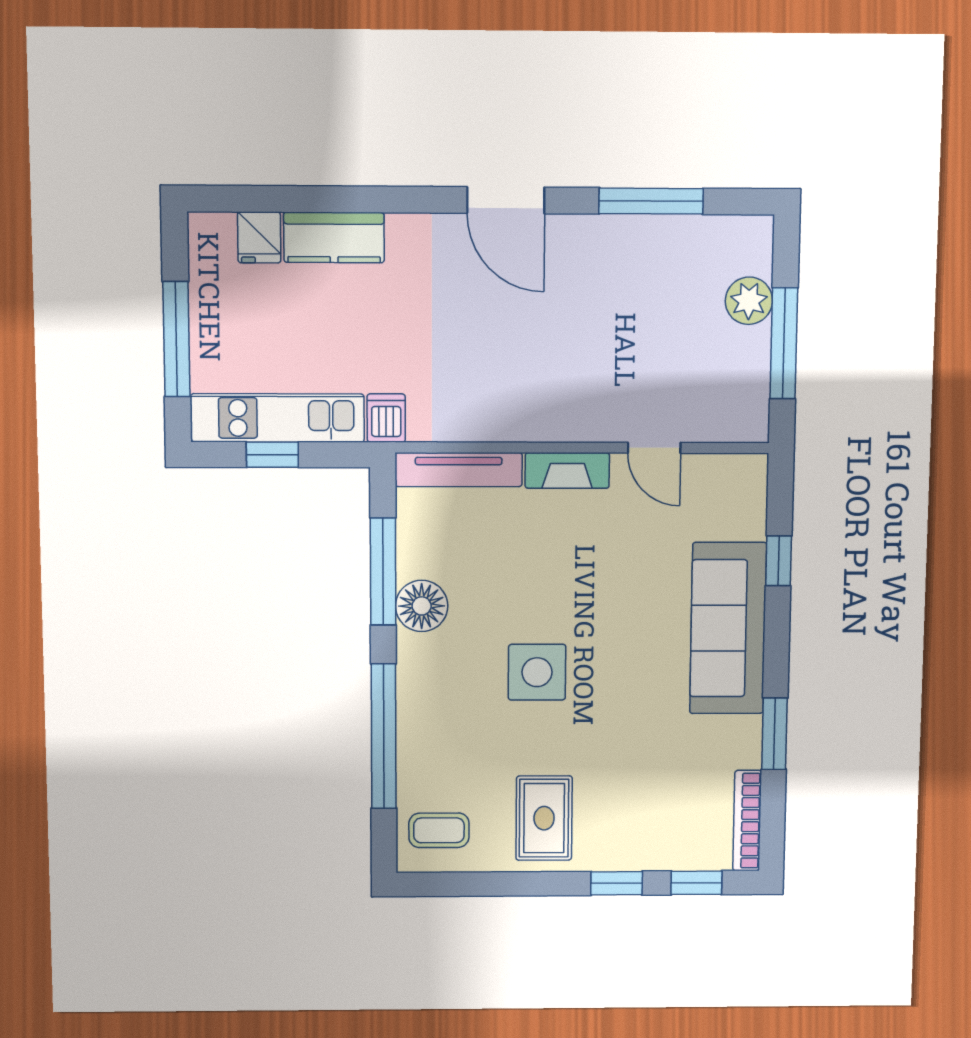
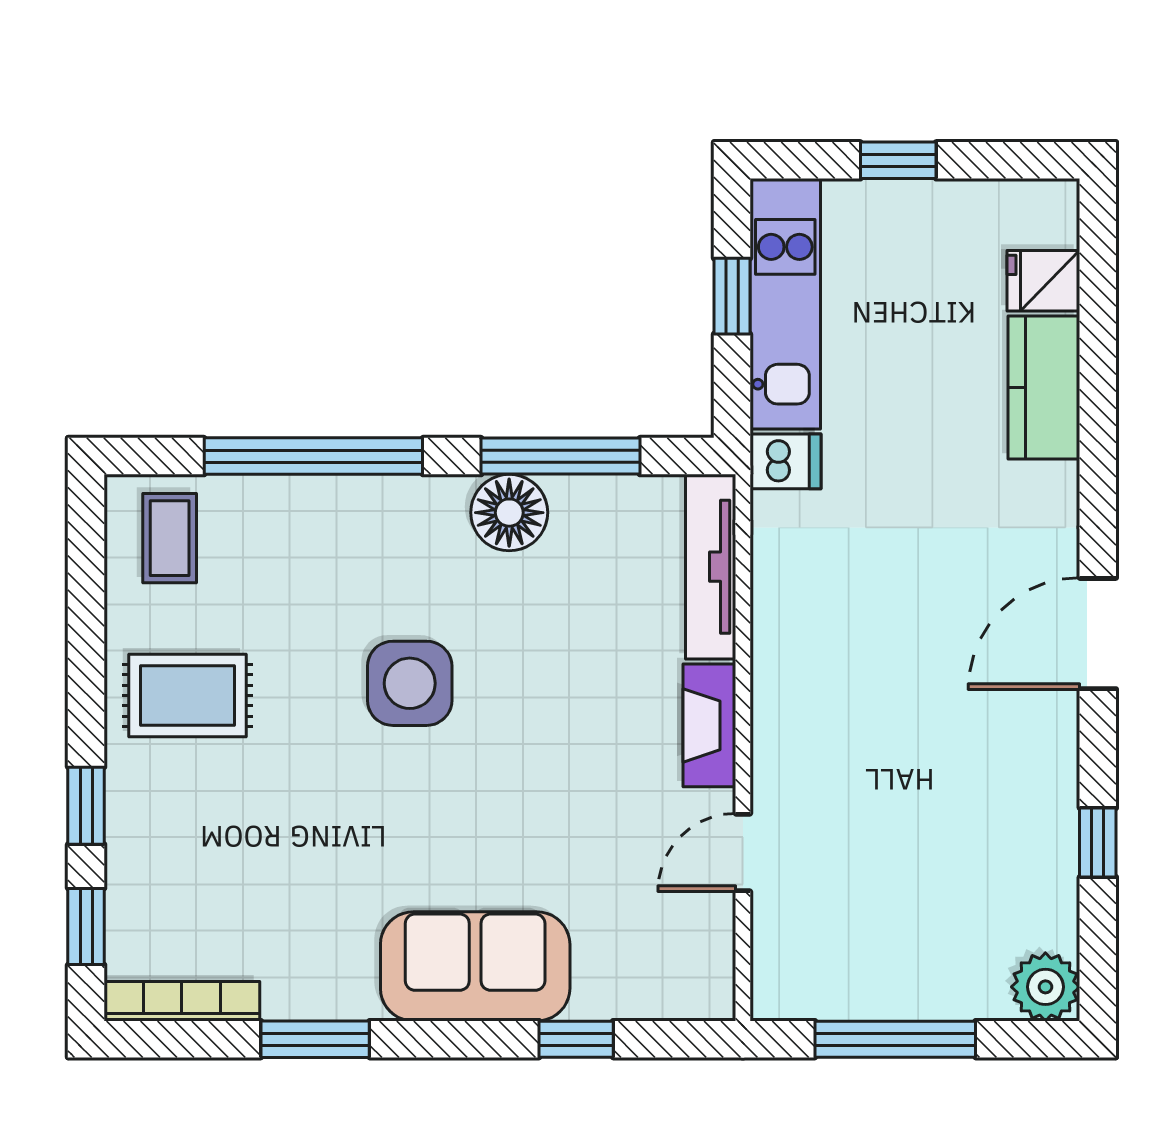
window: (651, 201) -> (1098, 843), width x0.46
plant: (749, 301) -> (1045, 987), moved
window: (176, 339) -> (898, 160), width x0.46
sofa: (728, 628) -> (475, 966), width x0.73

